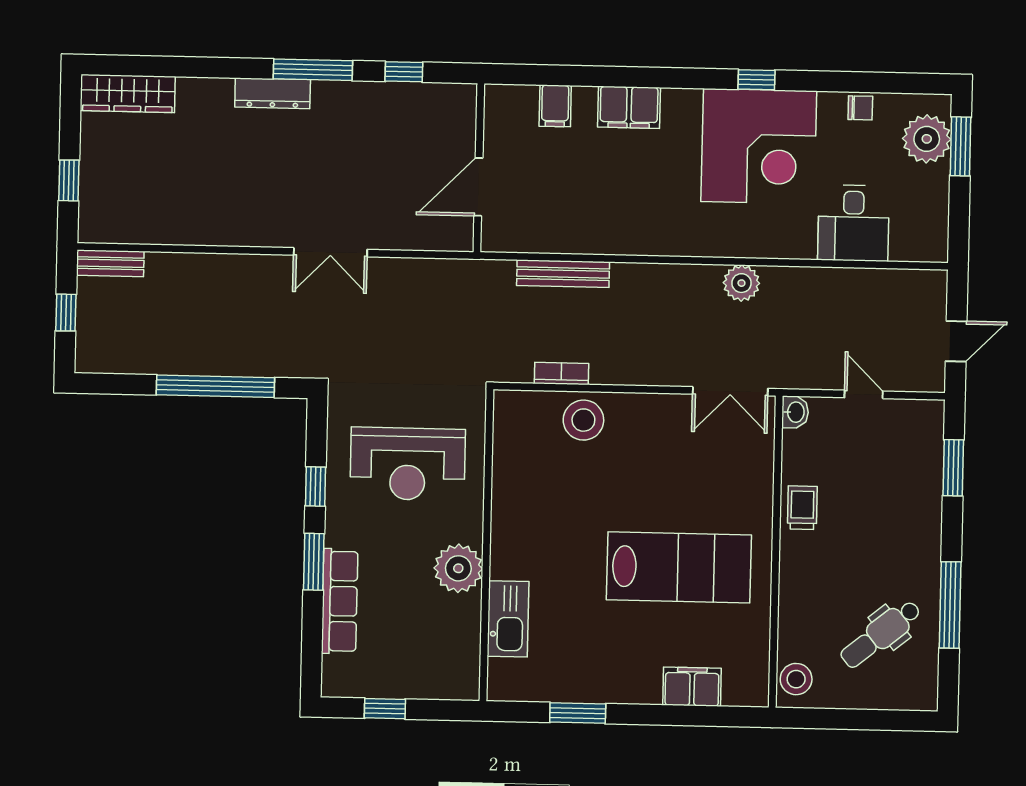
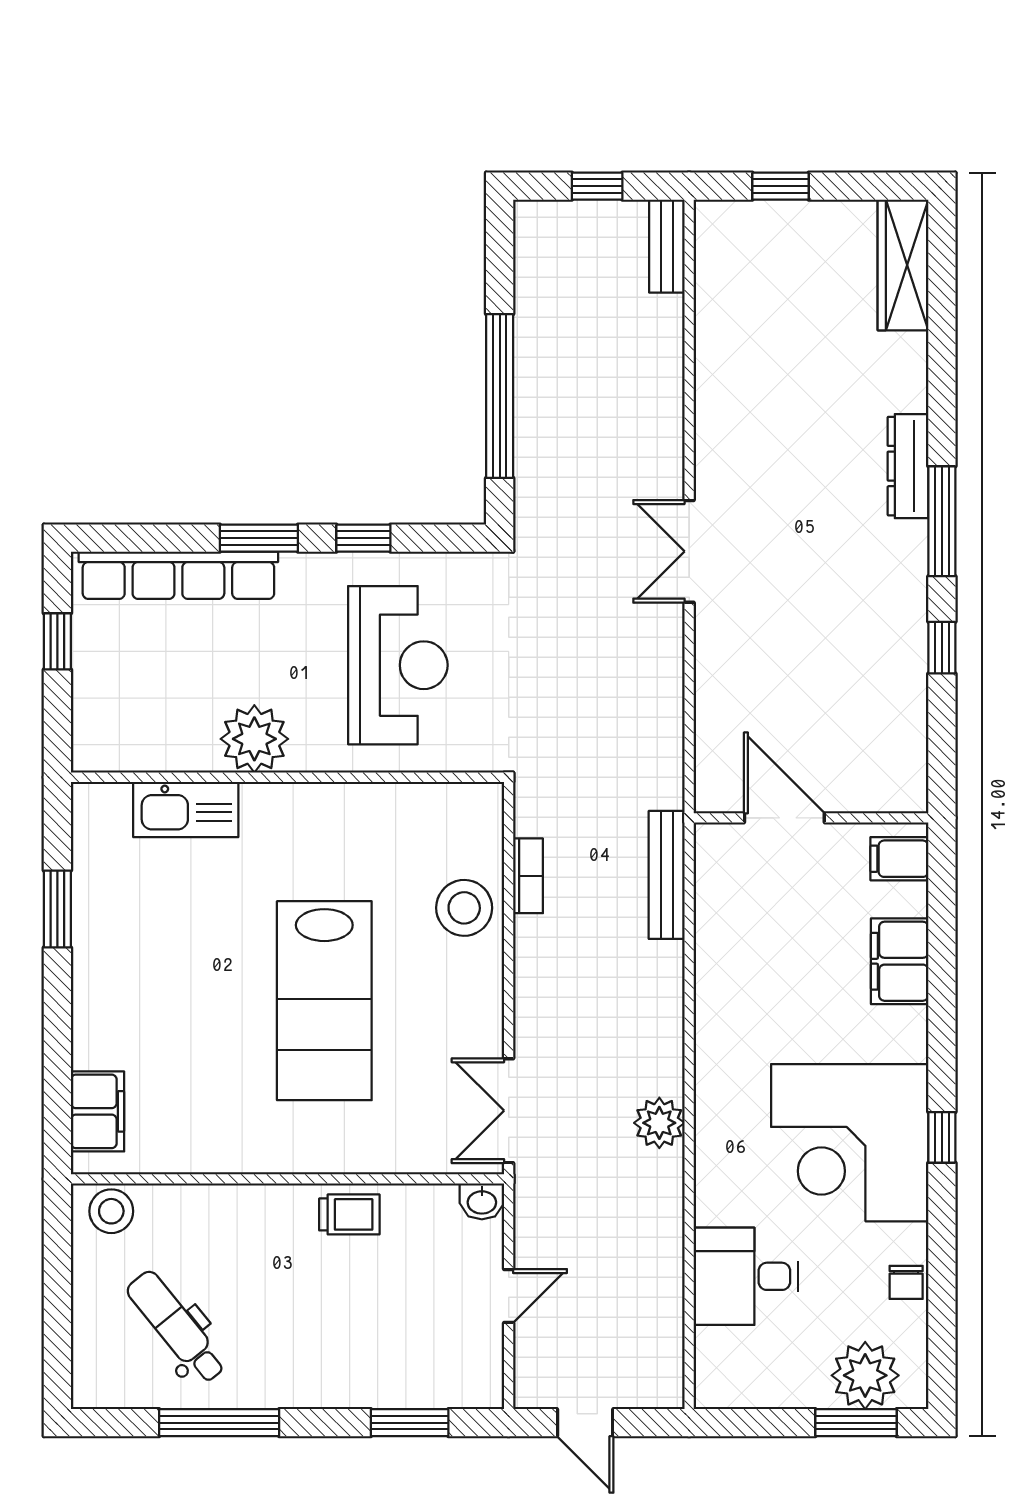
wall: (479, 168) -> (811, 818), moved
door: (478, 187) -> (784, 818), moved
reception desk: (408, 464) -> (398, 665), turned 180
lab bench: (679, 567) -> (324, 1001), moved
row of seats: (340, 601) -> (178, 575), width x1.36
filing cabinet: (692, 687) -> (97, 1111), moved

